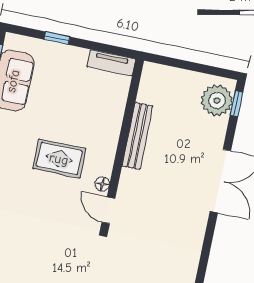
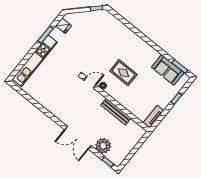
plant: (217, 100) -> (103, 146), moved
rug: (59, 159) -> (123, 73), turned 90

